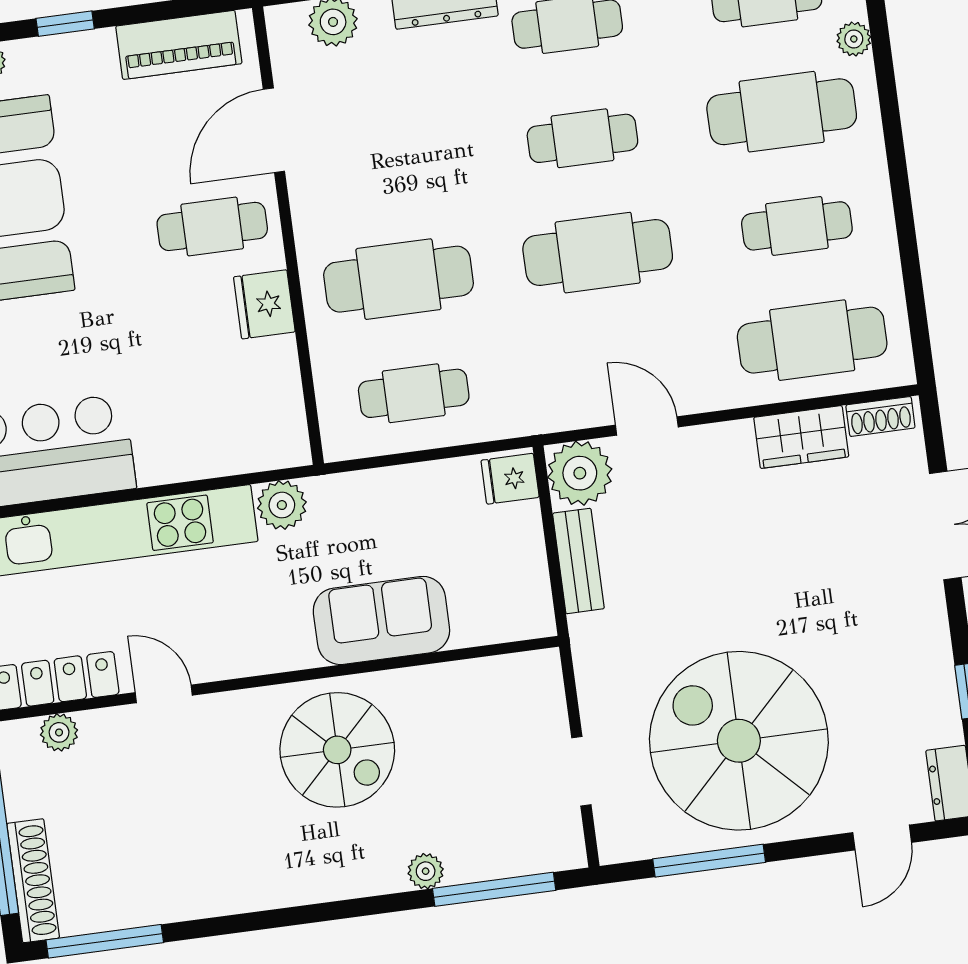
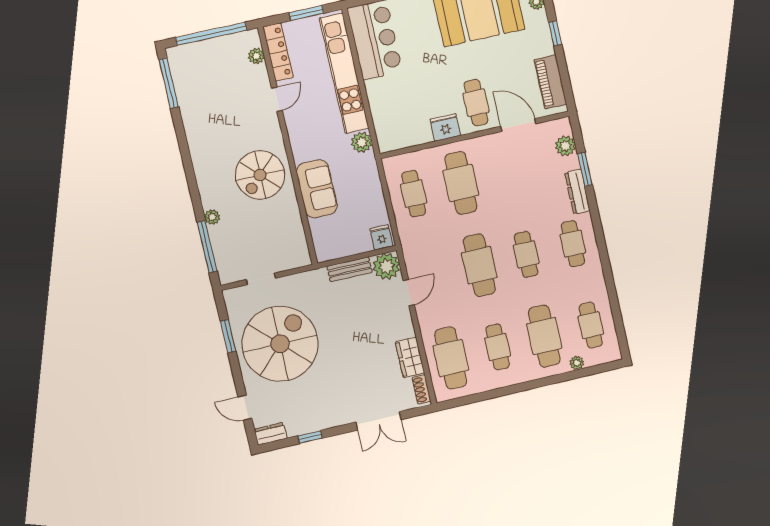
window: (709, 861) -> (228, 336), width x0.69
shoe rack: (33, 881) -> (192, 50), removed

